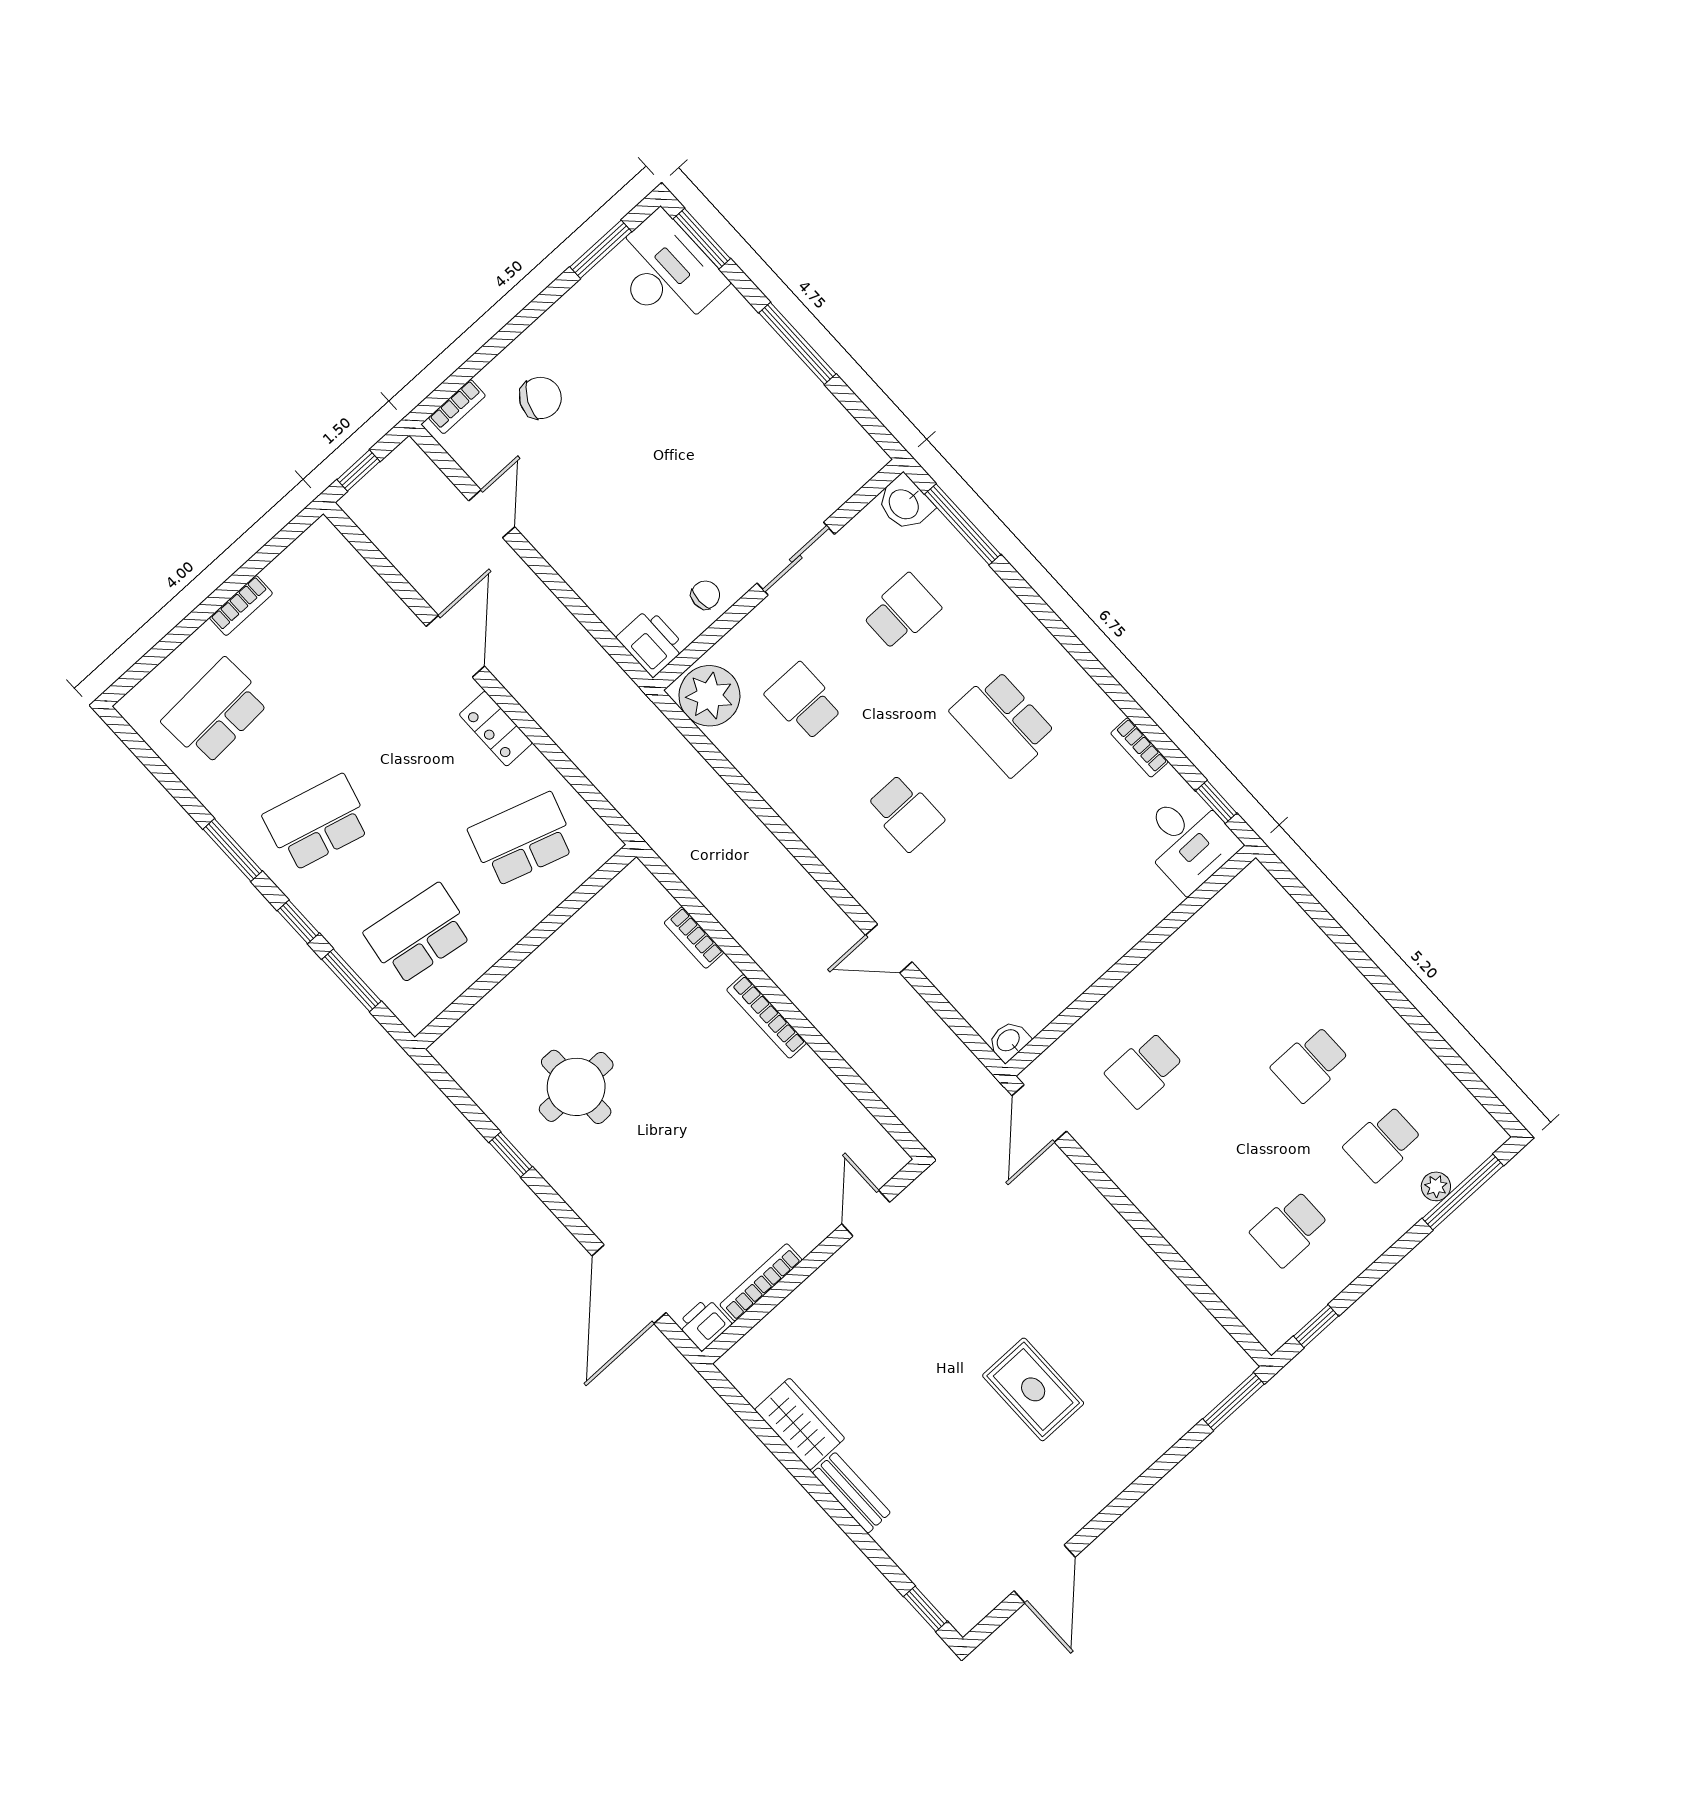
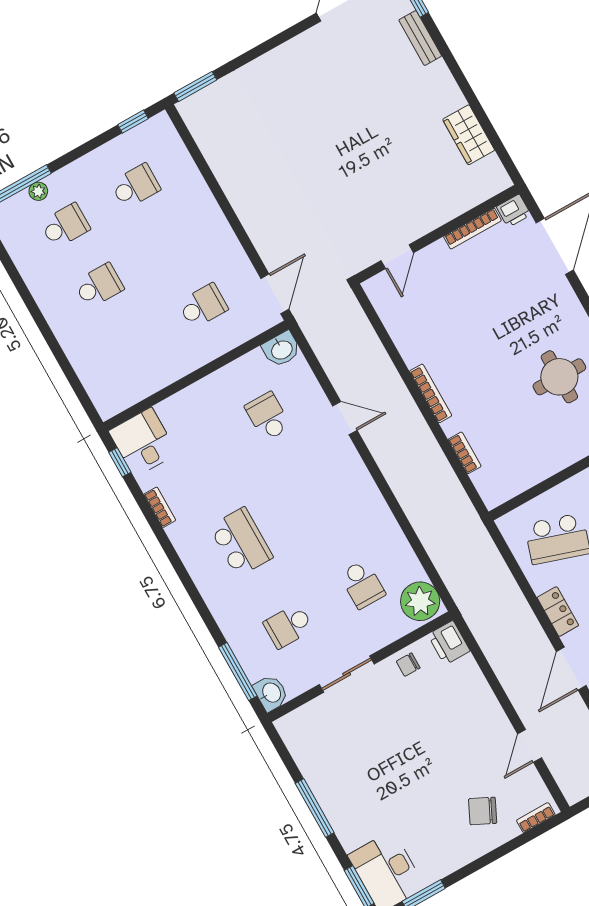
school desk: (905, 813) -> (268, 416), moved
washbasin: (1009, 1041) -> (281, 349), width x1.38, depth x1.45
rug: (1033, 1389) -> (318, 123), removed
bench: (851, 1493) -> (420, 38), moved

